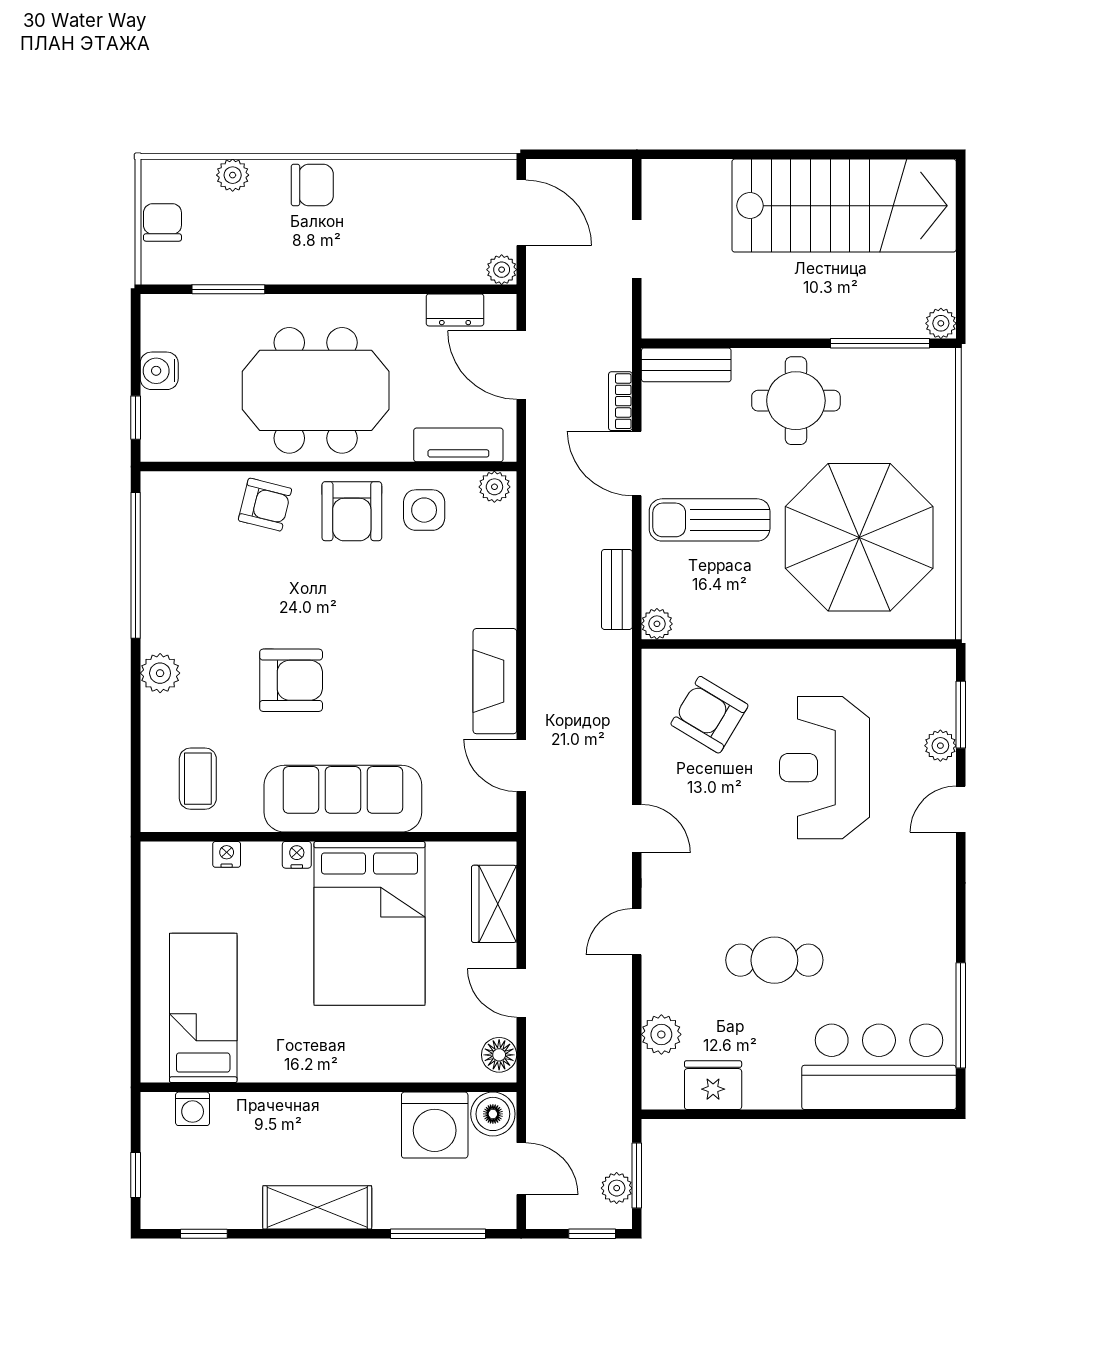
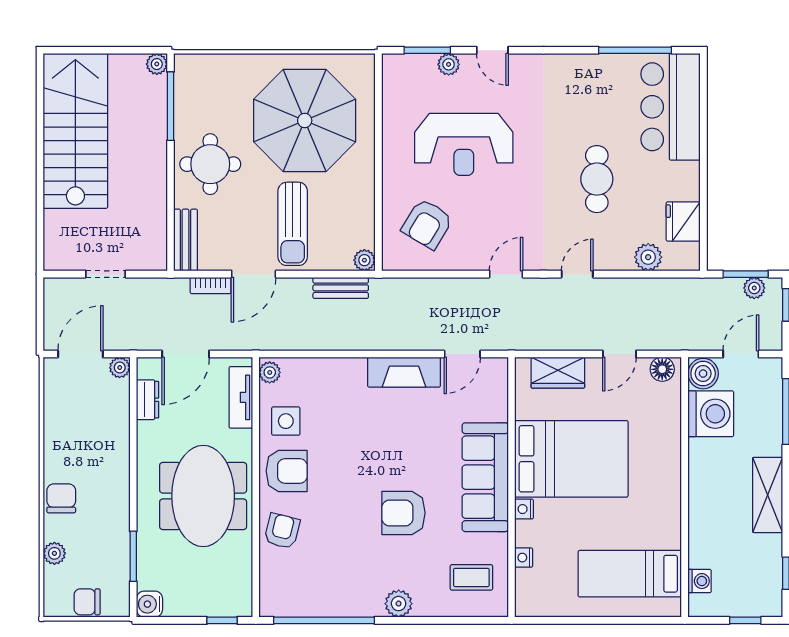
water cooler: (159, 371) -> (149, 604), moved, turned 90
armchair: (291, 680) -> (403, 513), turned -90
door: (637, 932) -> (577, 274), swing flipped

